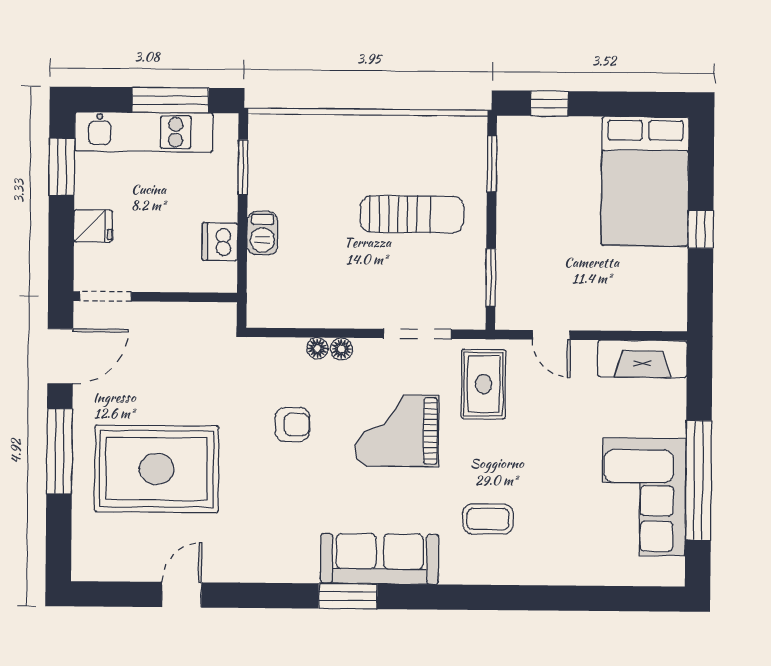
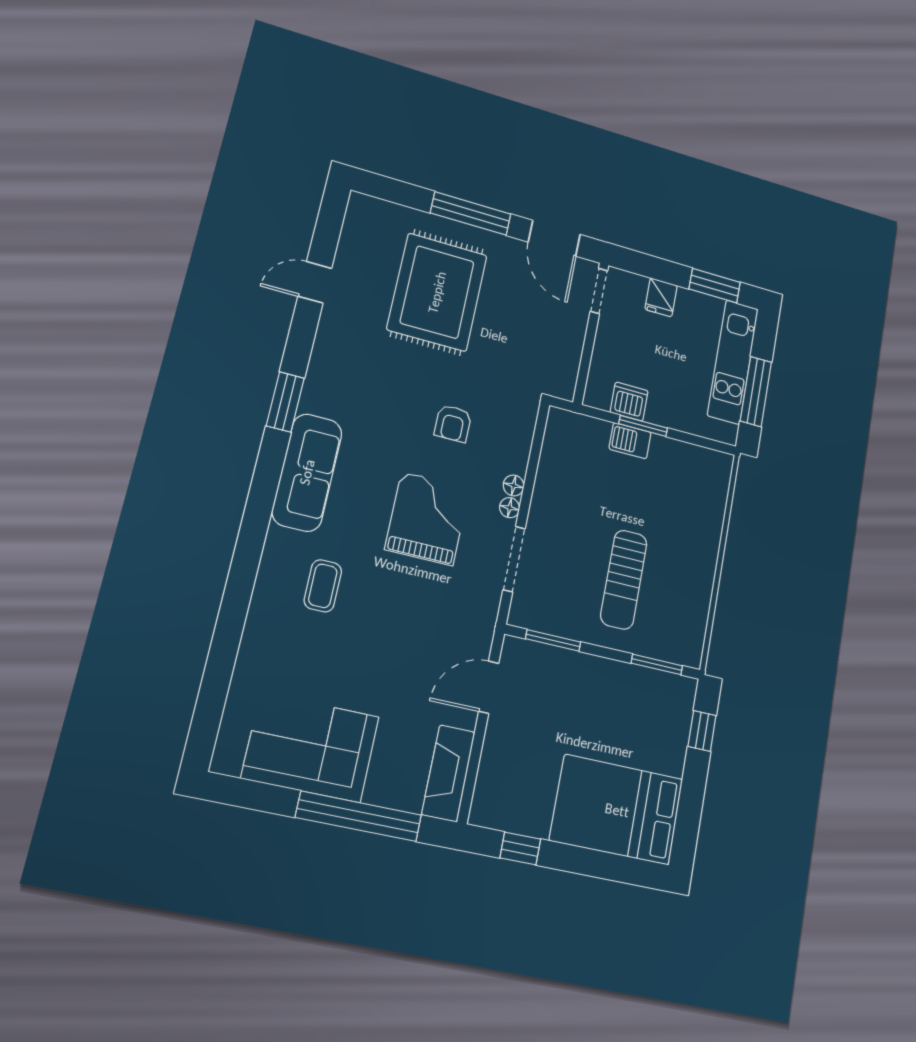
window: (243, 167) -> (643, 426), moved
window: (701, 230) -> (520, 849), moved
door: (551, 335) -> (489, 687), width x1.37
floor lamp: (317, 348) -> (510, 508), moved
rug: (484, 384) -> (455, 611), removed
window: (698, 480) -> (359, 816), moved
door: (182, 595) -> (315, 282), swing flipped
window: (348, 596) -> (285, 402), moved

